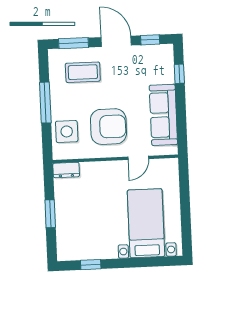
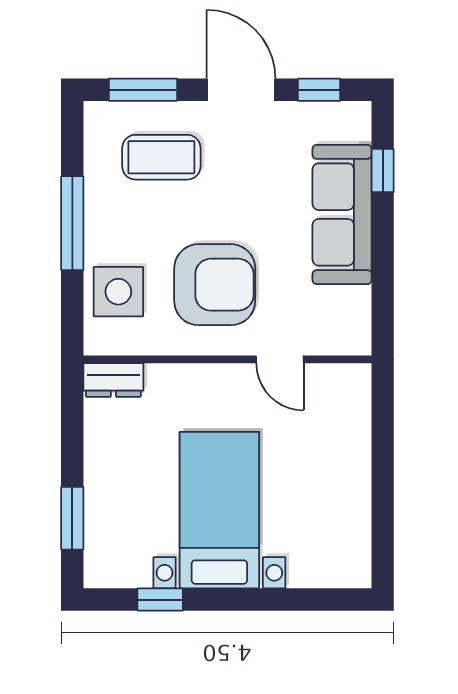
sofa: (163, 115) -> (342, 214), moved
door: (138, 158) -> (280, 359), hinge flipped
window: (50, 214) -> (72, 518), moved
bed with nightstands: (146, 223) -> (219, 510), moved

